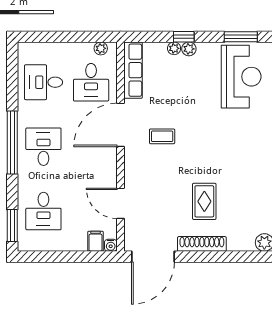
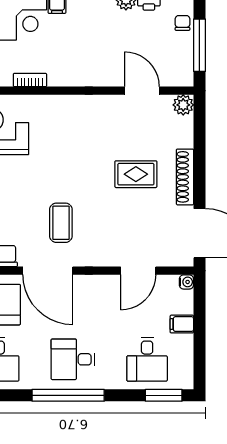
coffee table: (162, 136) -> (61, 223), width x1.36, depth x1.30
desk: (43, 211) -> (147, 359), turned 90
filing cabinet: (95, 241) -> (182, 324), moved

